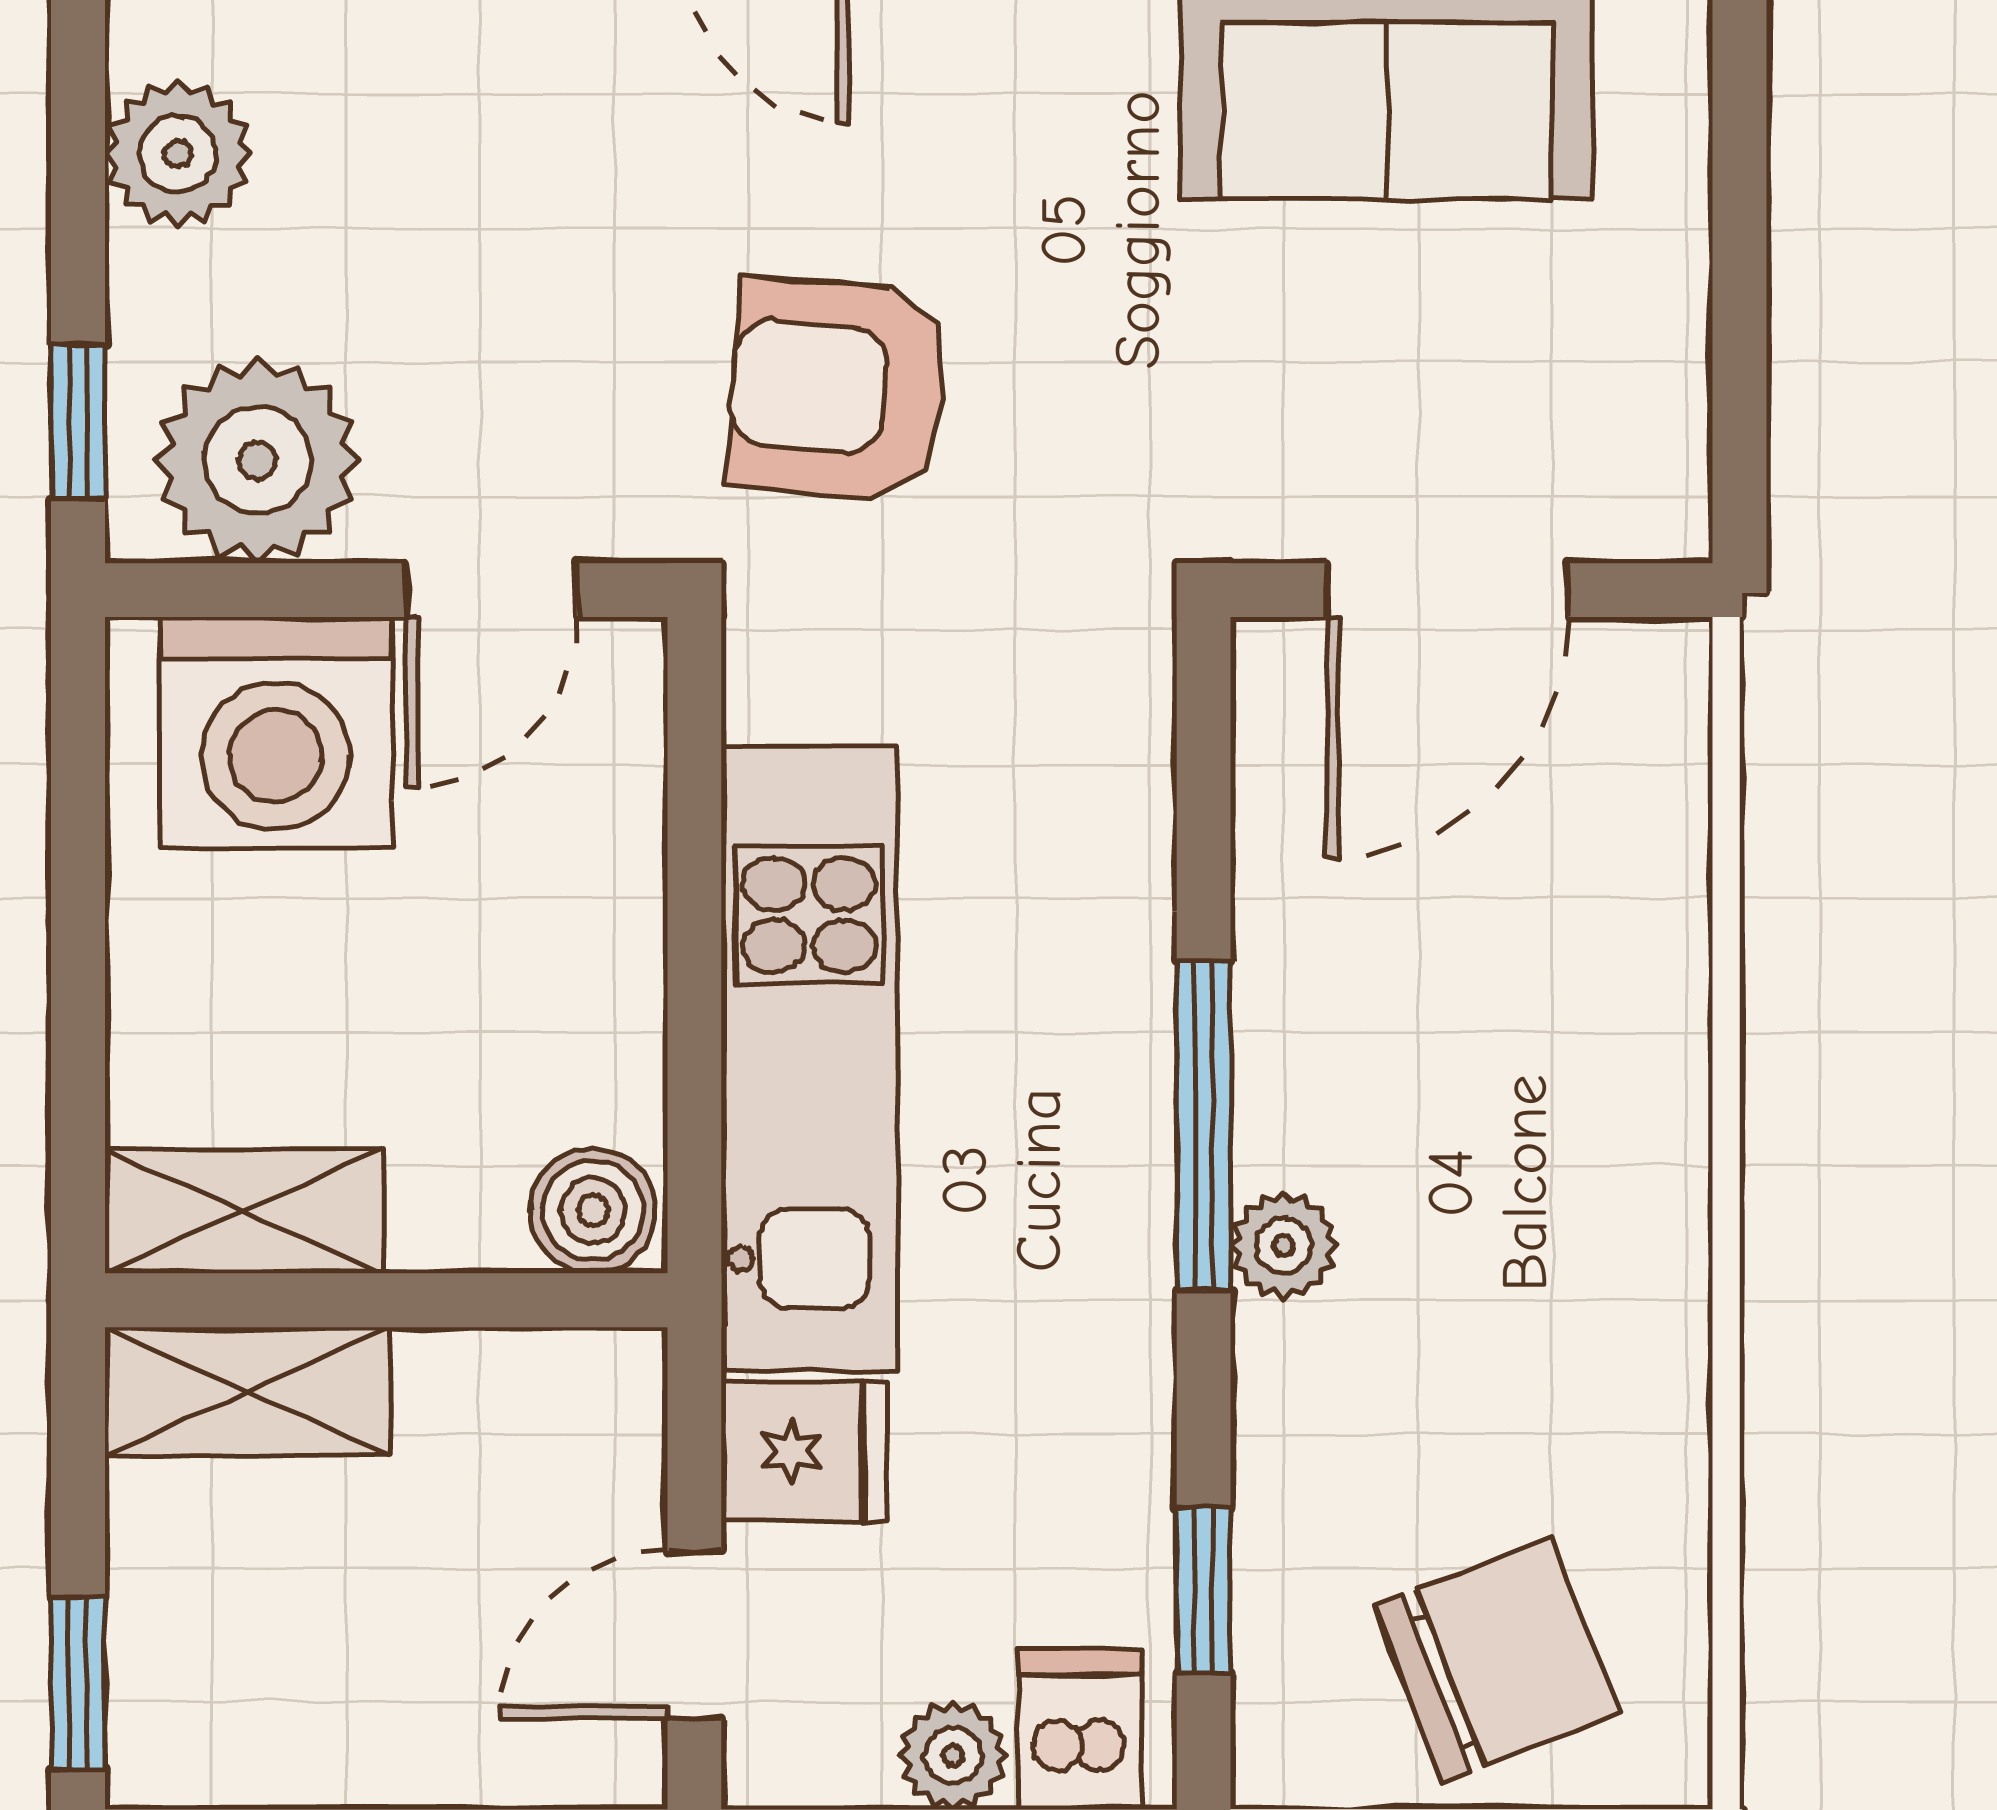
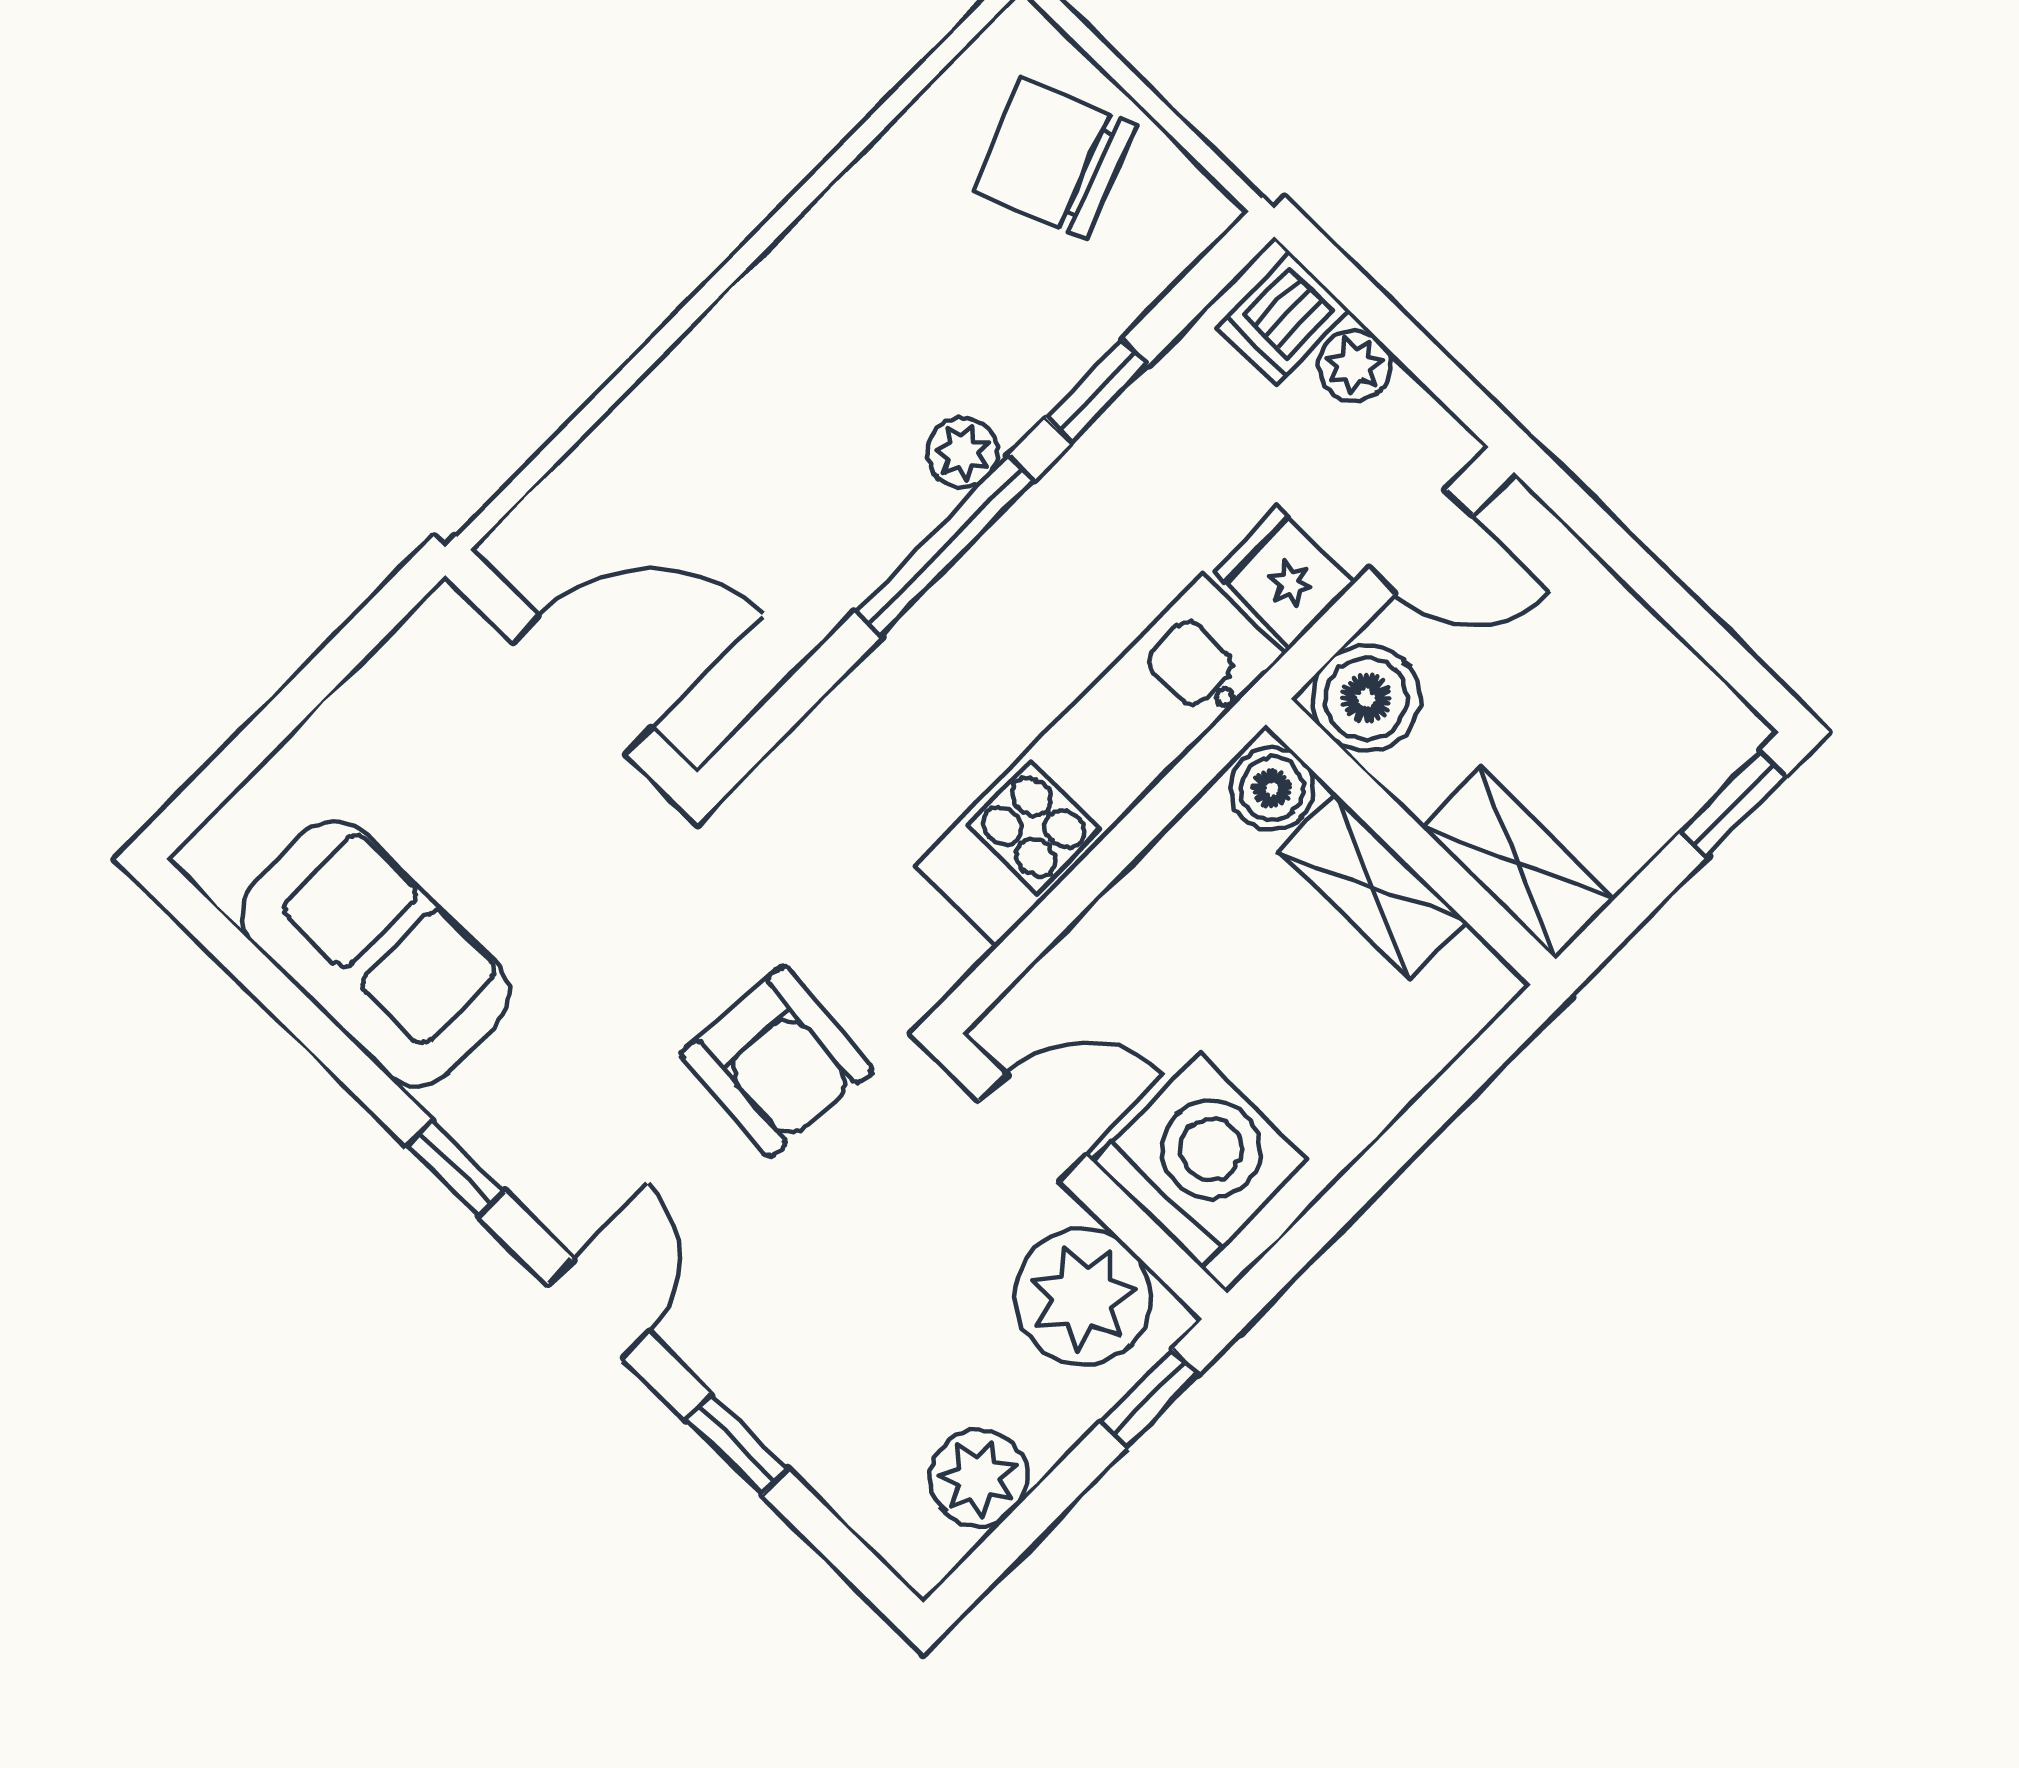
shelving: (244, 1211) -> (1372, 887), moved
boiler: (587, 1408) -> (1366, 698), added
window: (1204, 1591) -> (1097, 391), moved

